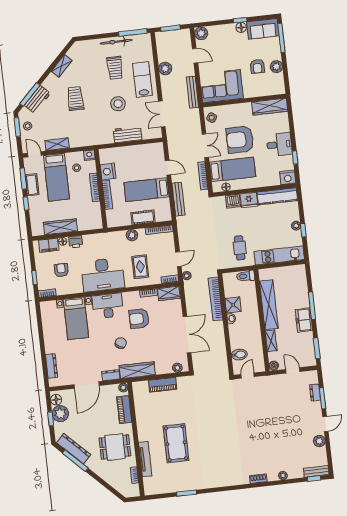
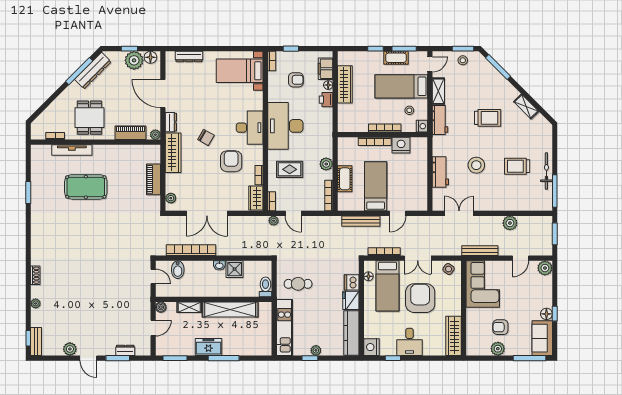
lab bench: (142, 80) -> (500, 196), removed
workbench: (37, 99) -> (440, 120), moved, turned -135
bookcase: (216, 299) -> (191, 250), moved
bed with nightstands: (76, 318) -> (240, 71), moved

